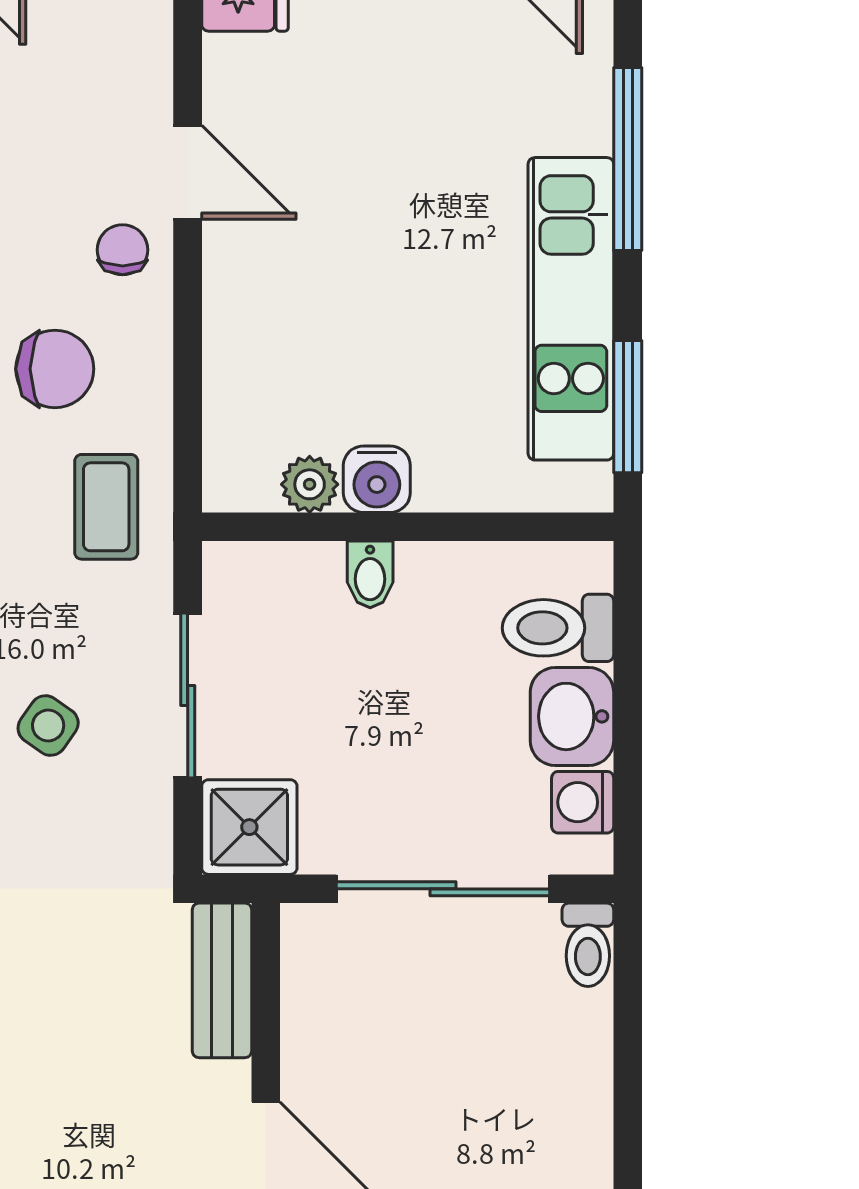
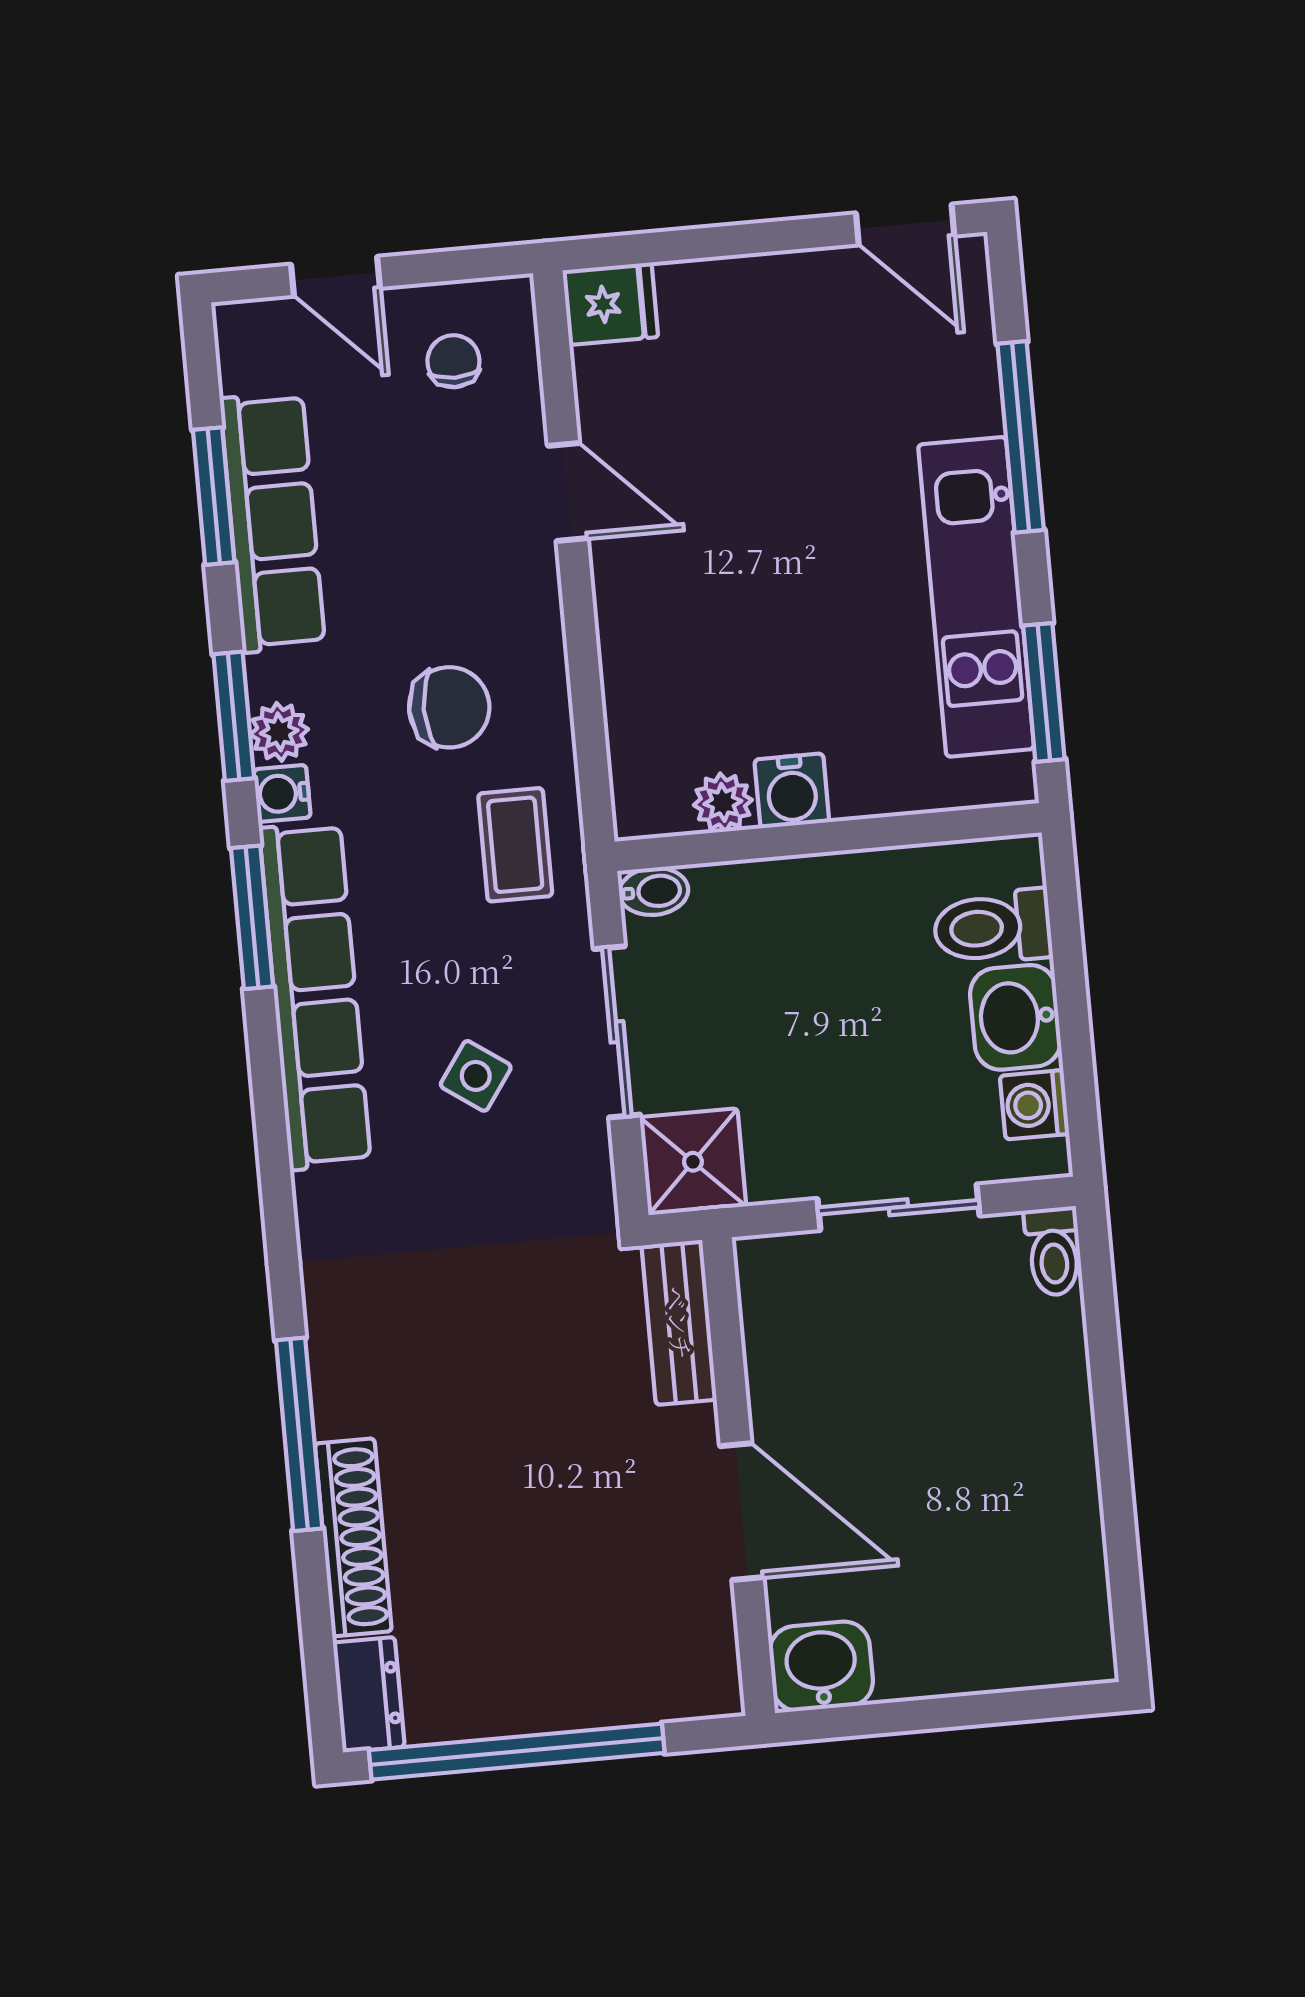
chair: (123, 250) -> (453, 361), moved
bidet: (370, 574) -> (654, 891), moved, turned -90
sliding door: (443, 889) -> (898, 1207), width x0.73

